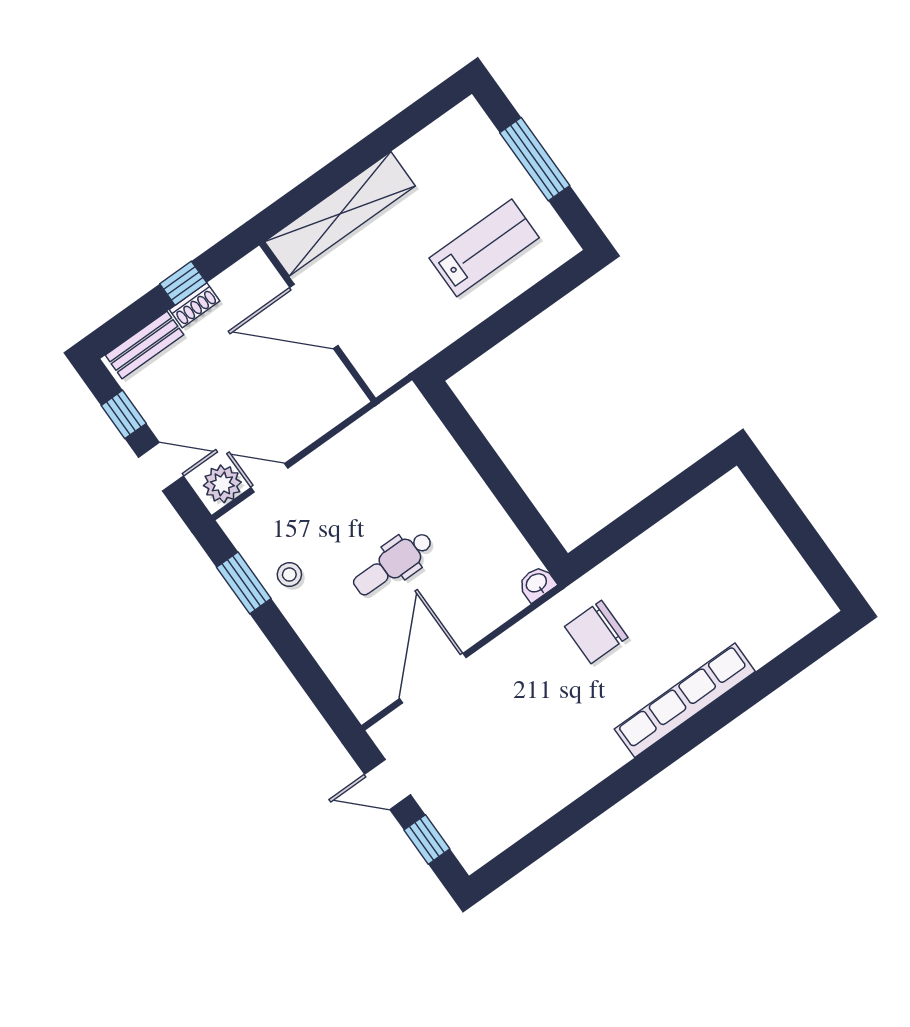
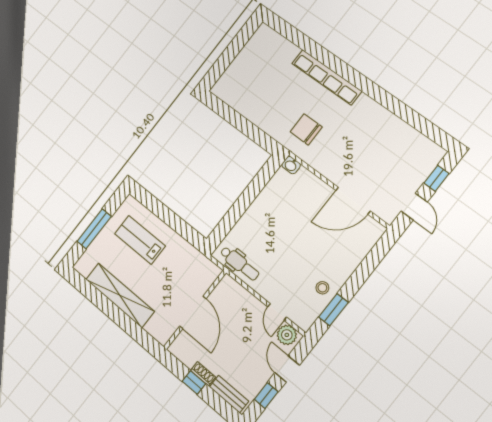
shelving: (340, 214) -> (120, 295), moved
dental chair: (393, 564) -> (240, 263), moved
chair: (596, 632) -> (306, 129), turned 180

